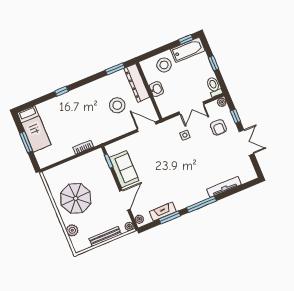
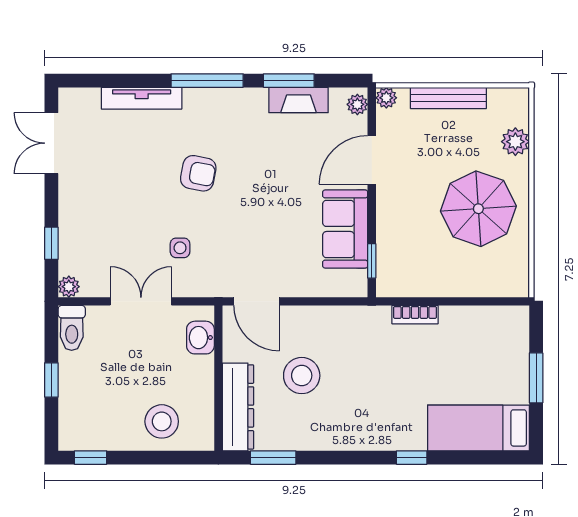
bathtub: (188, 50) -> (96, 433), removed
washbasin: (156, 89) -> (200, 338), moved
armchair: (218, 127) -> (198, 173), moved, turned 101
bed: (34, 129) -> (478, 428), moved, turned -90
double door: (246, 143) -> (51, 143), moved

